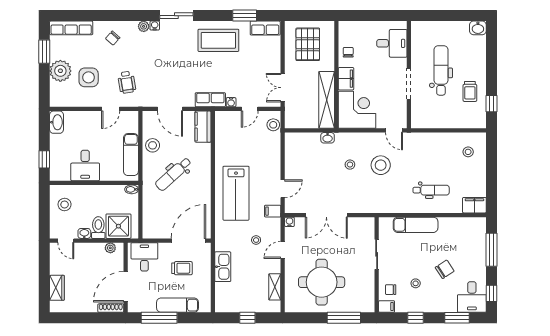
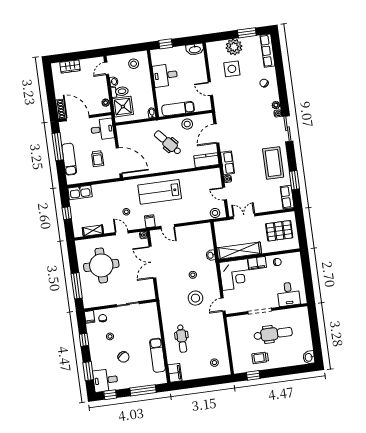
wheelchair: (127, 82) -> (232, 98), removed
exam couch: (416, 225) -> (157, 355), moved
kitchen sink: (223, 267) -> (80, 192), moved

